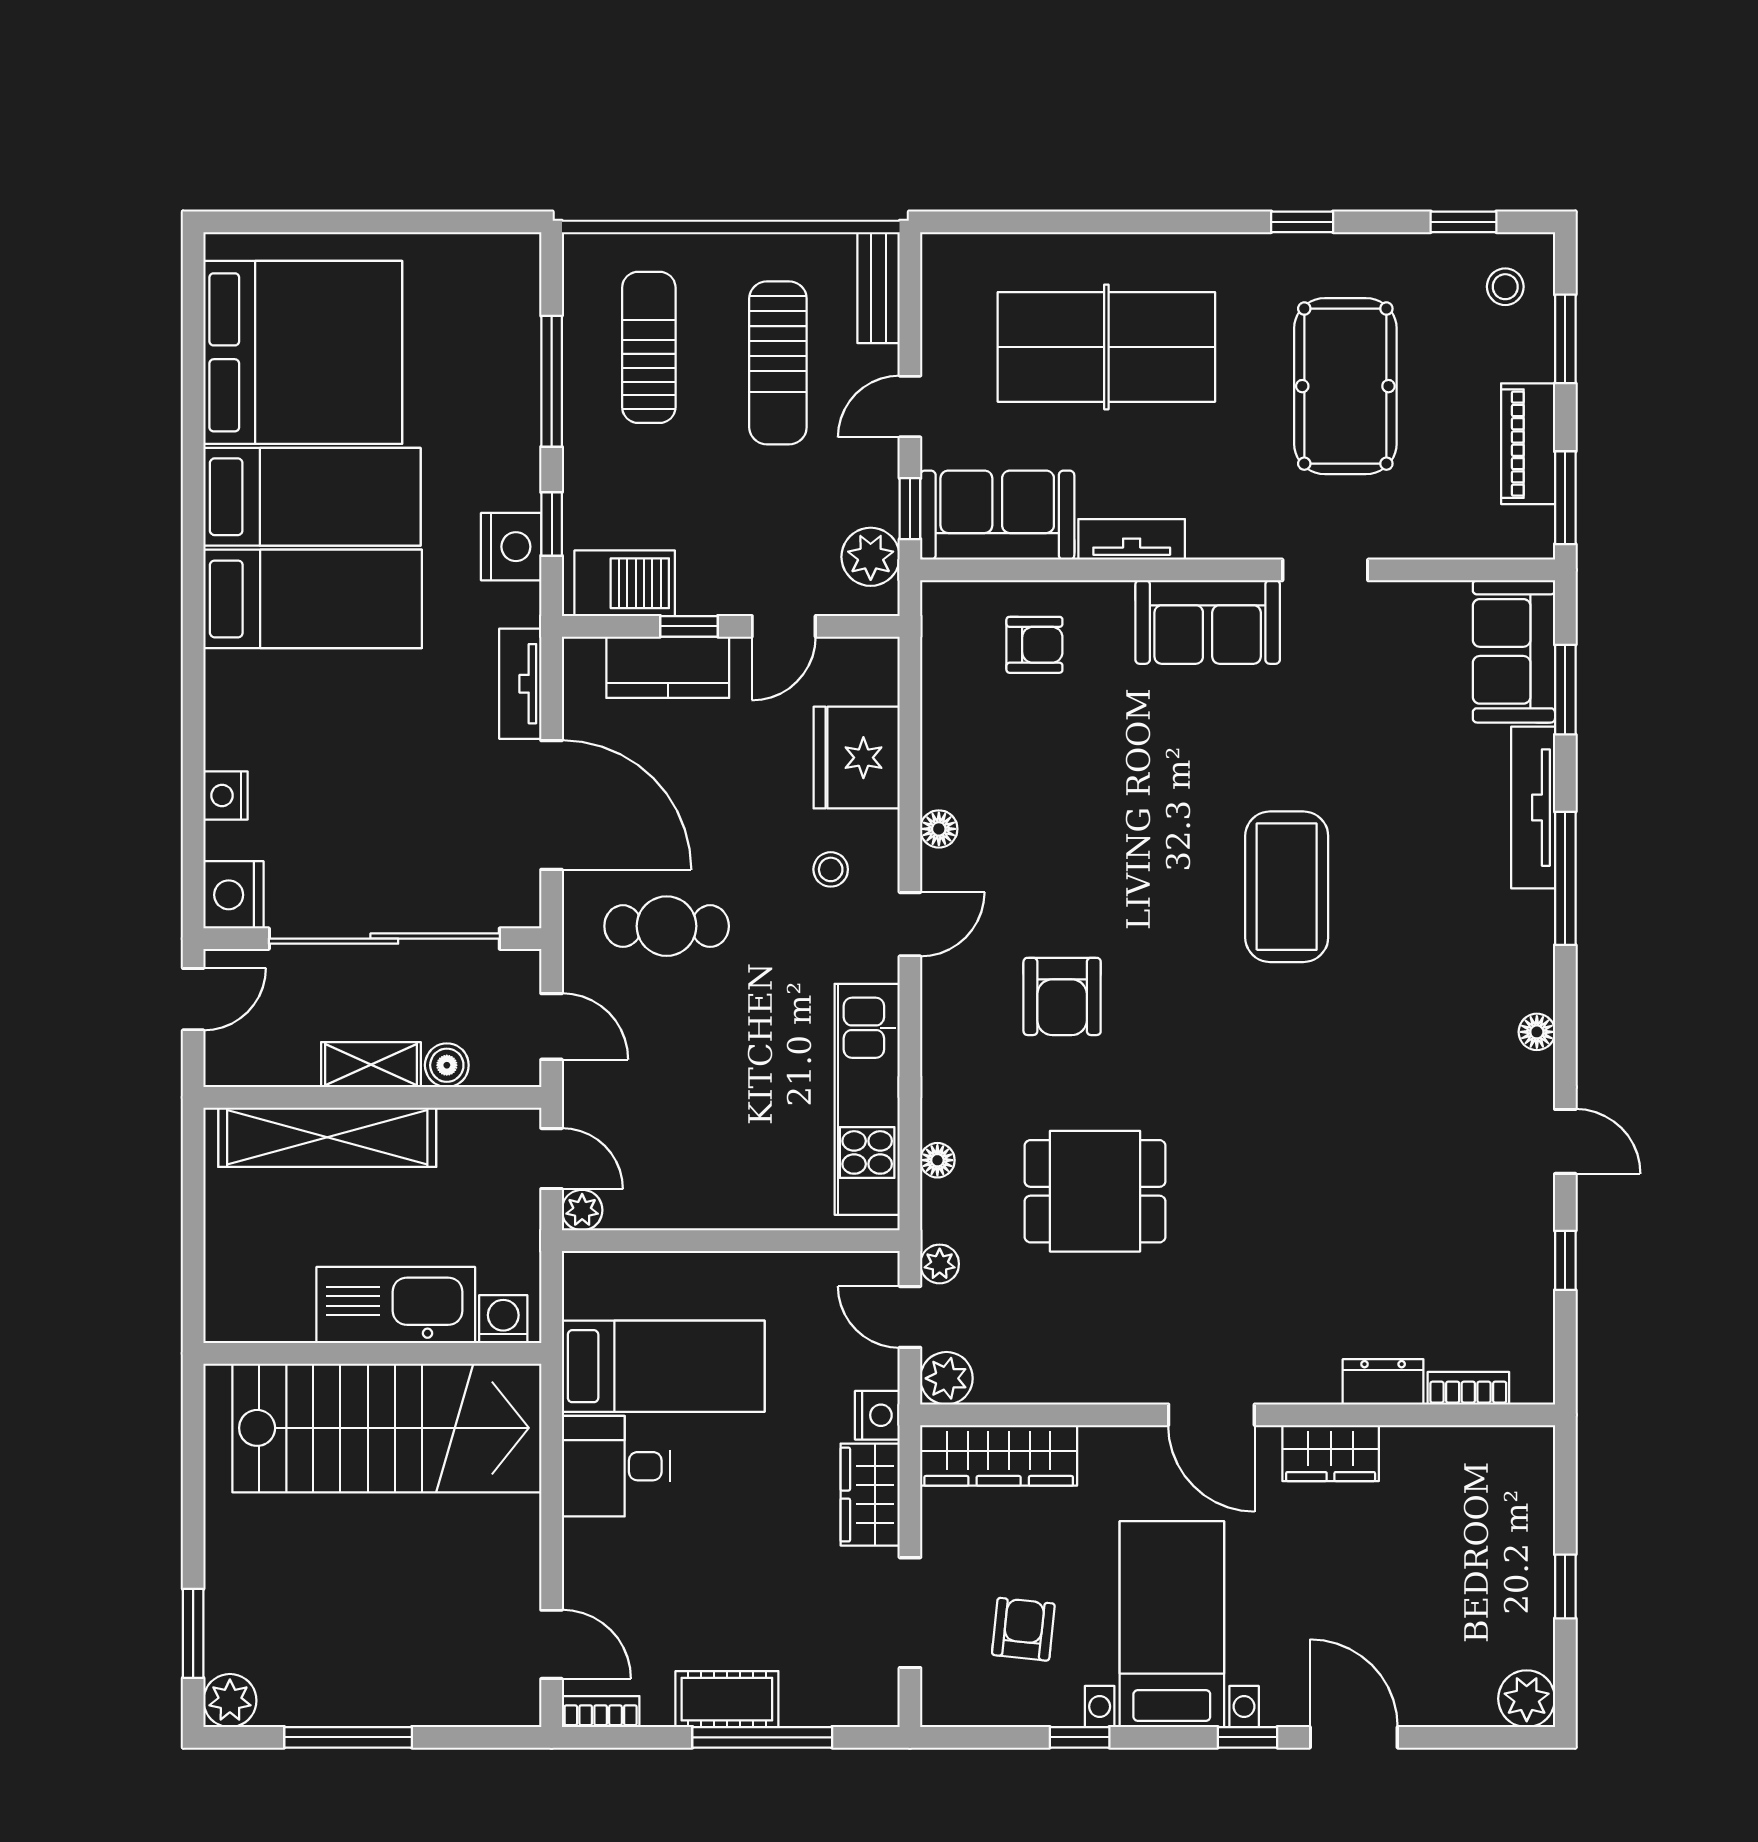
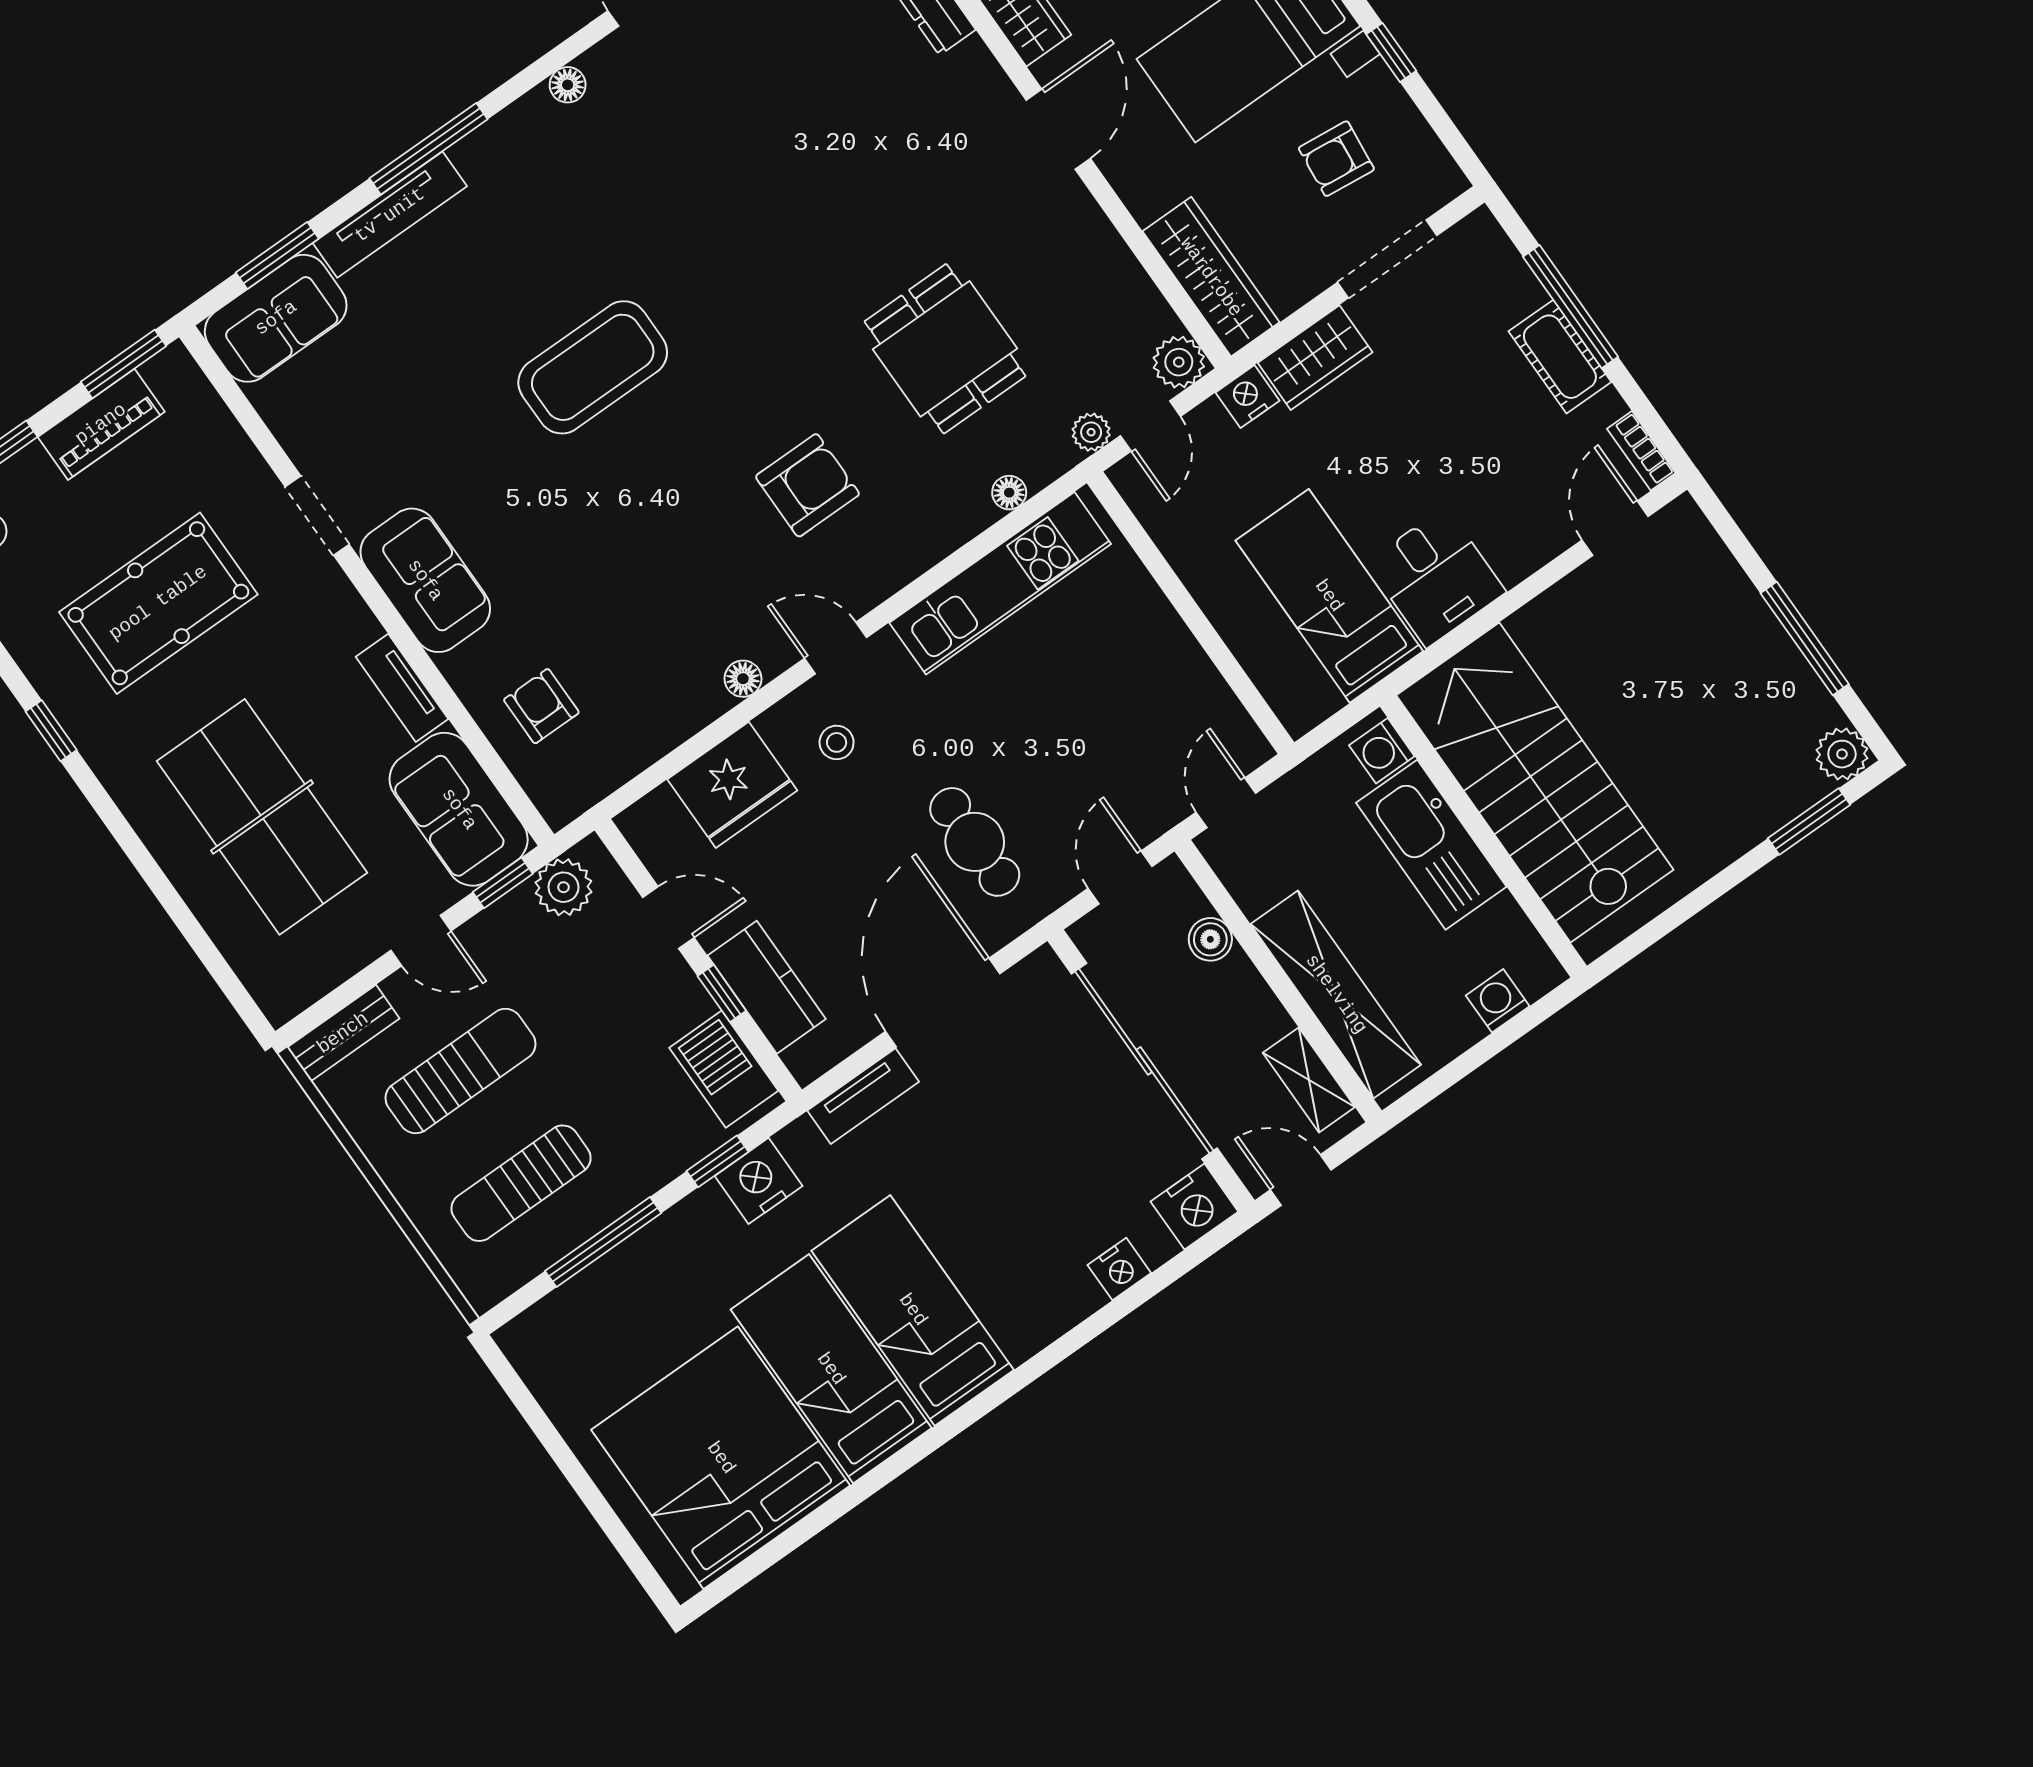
shelving: (371, 1065) -> (1309, 1080), moved
plant: (582, 1210) -> (1250, 749), removed
washing machine: (227, 1268) -> (1498, 1001), added

